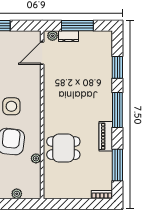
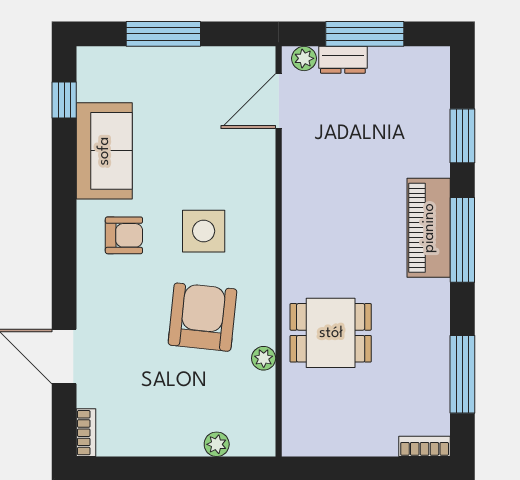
piano: (106, 136) -> (429, 228), moved, width x1.37, depth x1.33

